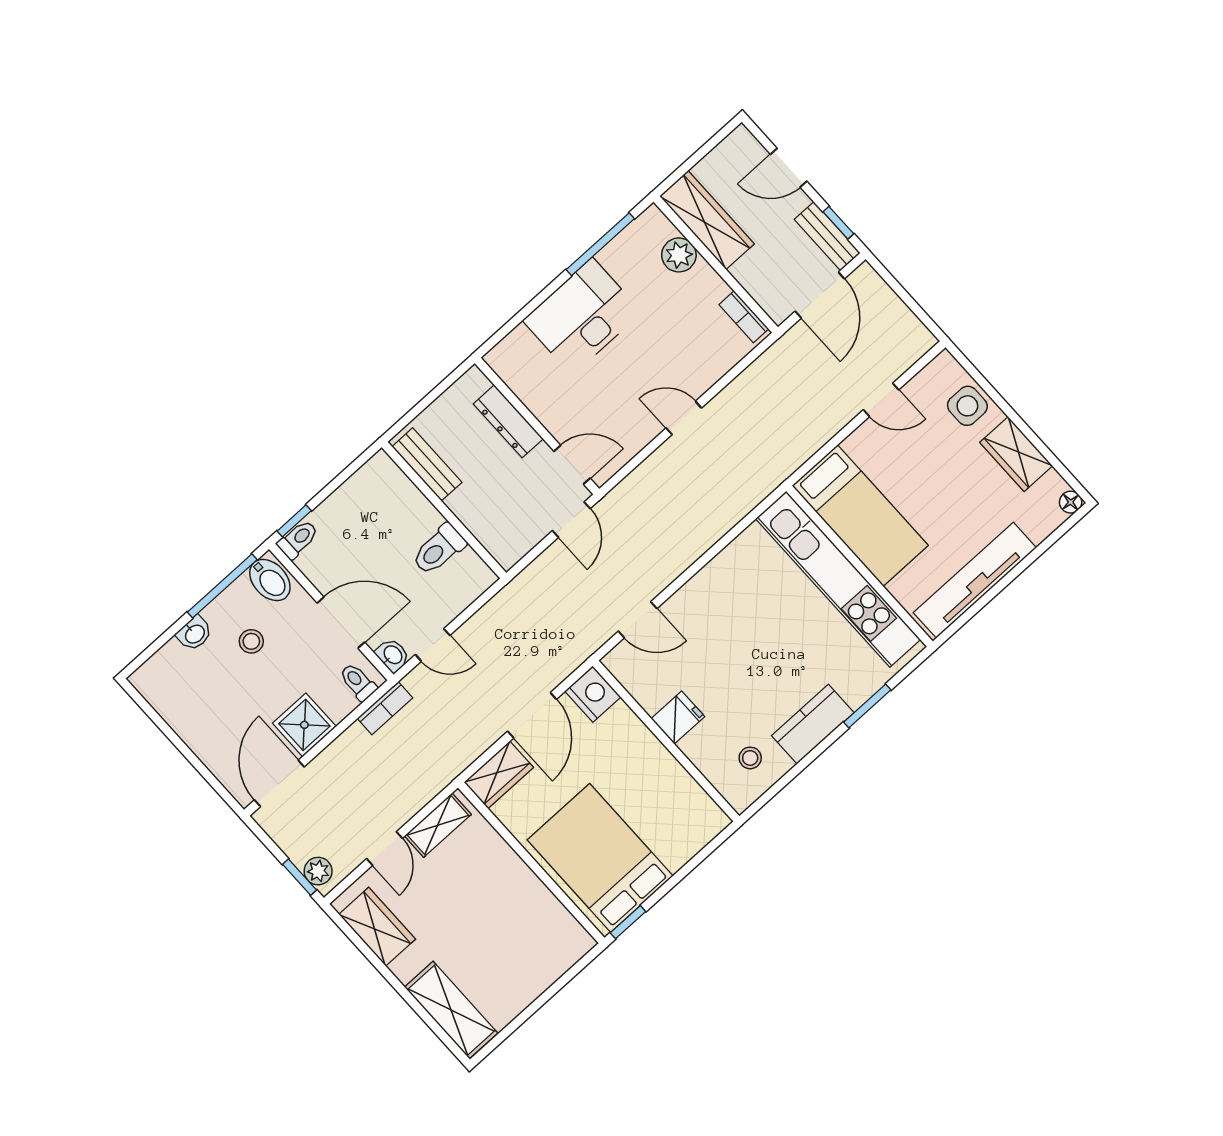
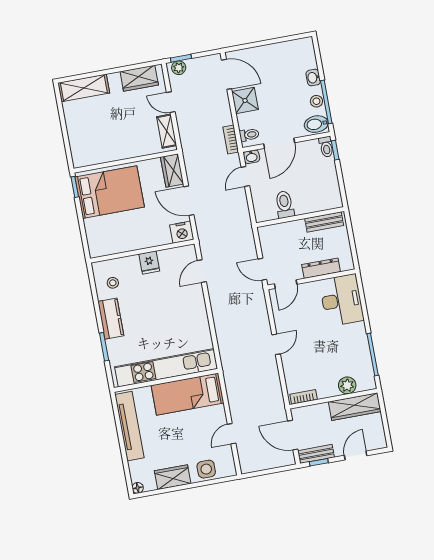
desk: (582, 316) -> (341, 300), moved
stool: (251, 641) -> (316, 101), moved

